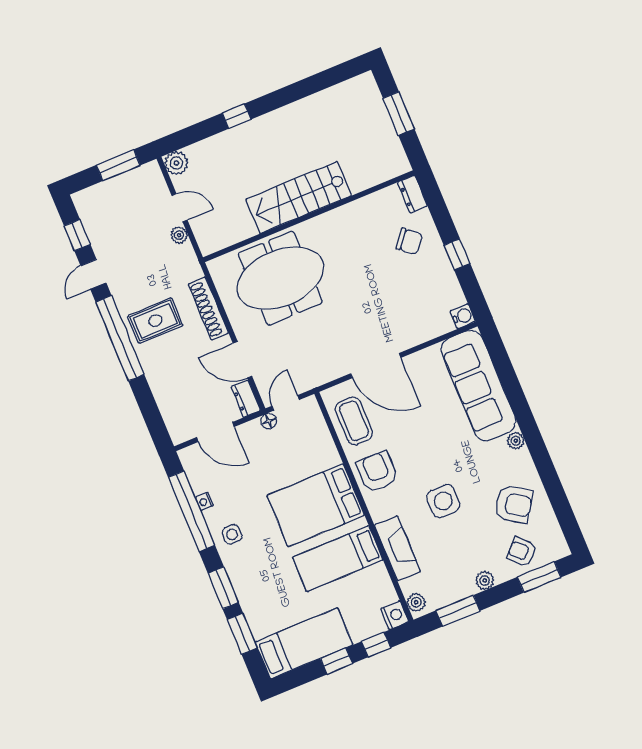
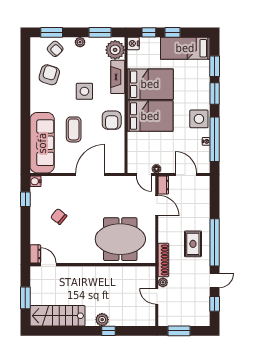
plant: (176, 163) -> (102, 320), moved
door: (383, 185) -> (48, 265), added
stairs: (299, 197) -> (57, 316), moved, turned 180
chair: (409, 241) -> (59, 217), moved
window: (457, 254) -> (25, 199), moved
shoe rack: (208, 309) -> (163, 260), moved
rug: (155, 321) -> (193, 244), turned 90
door: (376, 366) -> (90, 174), hinge flipped
door: (286, 403) -> (144, 174), hinge flipped
coffee table: (354, 421) -> (74, 129), moved
plant: (516, 441) -> (35, 107), removed
armchair: (514, 504) -> (49, 75), turned 74
side table: (232, 534) -> (199, 119), width x1.87, depth x1.87
bed: (338, 559) -> (150, 84), width x1.50
plant: (416, 602) -> (115, 50), width x1.87, depth x1.87

